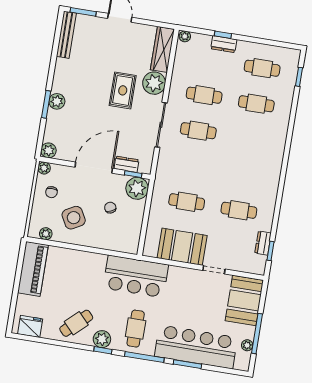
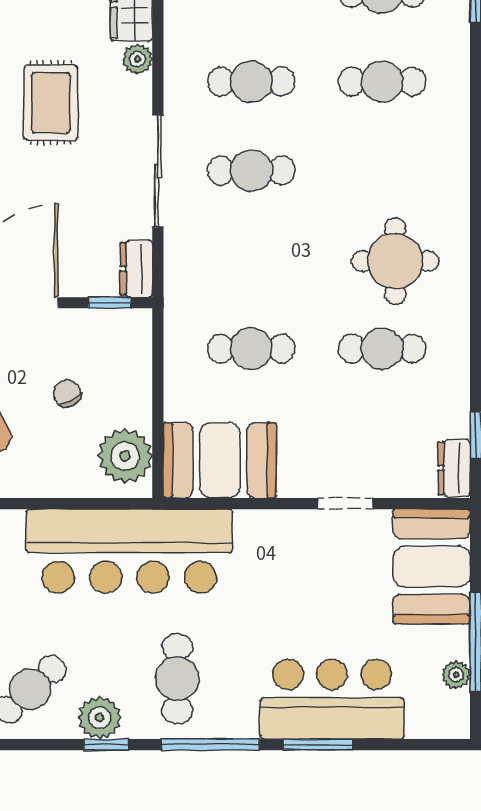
plant: (154, 83) -> (137, 59), width x0.53, depth x0.53
dresser: (126, 164) -> (136, 269), moved, turned -90
round table: (250, 176) -> (395, 261), added
plant: (137, 188) -> (125, 456), moved
dresser: (263, 243) -> (454, 468), moved
booth: (182, 247) -> (220, 460), moved
bar counter: (136, 276) -> (129, 551), width x1.36
bar counter: (196, 347) -> (332, 699), width x0.73

